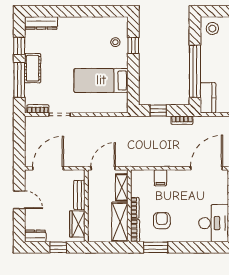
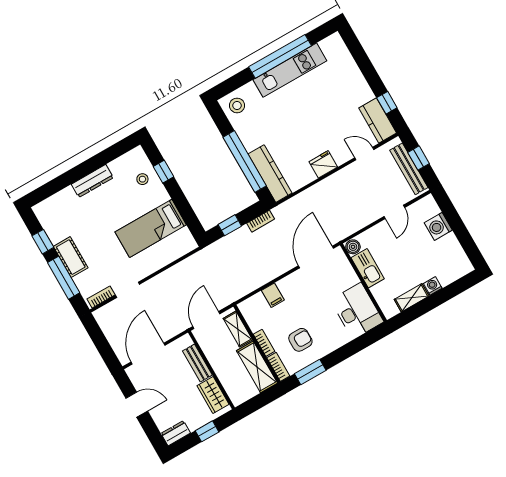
dresser: (41, 23) -> (92, 181), moved
kitchen counter: (208, 98) -> (270, 174), width x1.50
armchair: (162, 221) -> (300, 340), turned 90

